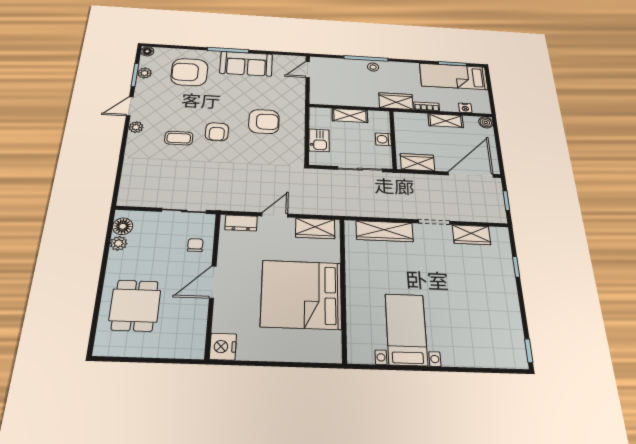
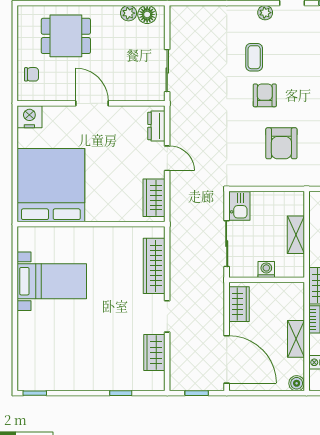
armchair: (217, 132) -> (265, 95), turned 89
kitchen sink: (319, 140) -> (239, 206), moved, turned -90
chair: (195, 245) -> (32, 74), moved
bed: (301, 294) -> (51, 185), moved

